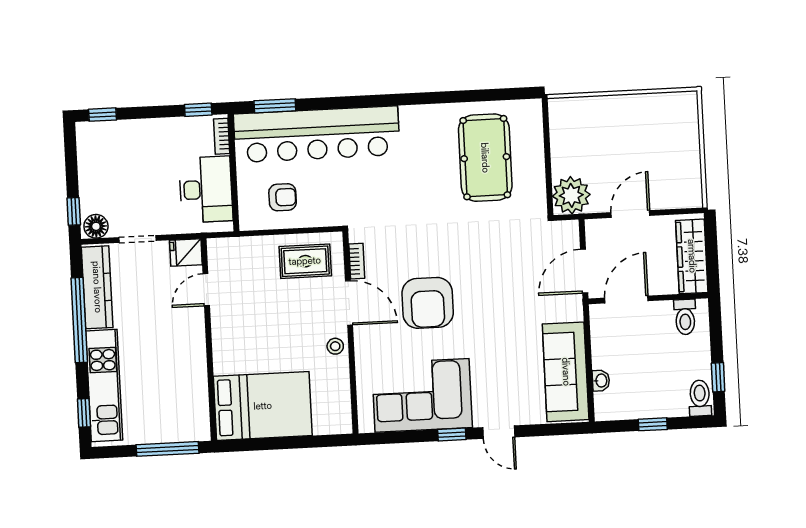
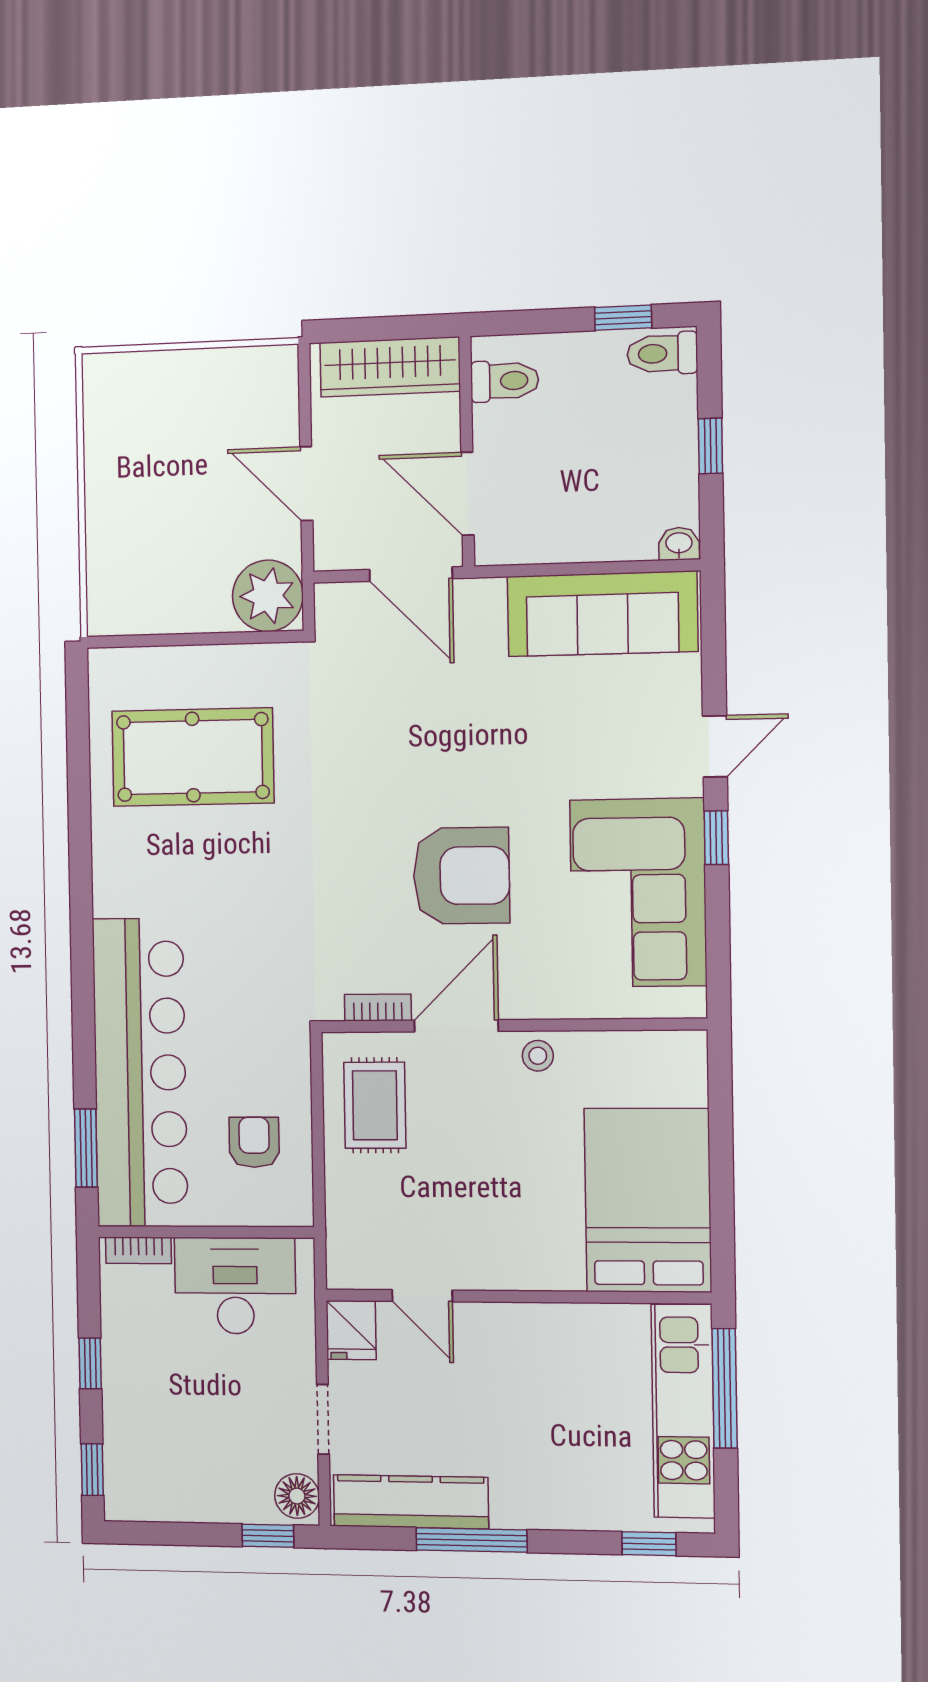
window: (198, 110) -> (90, 1363), moved
window: (79, 320) -> (472, 1540), width x0.68
washbasin: (601, 381) -> (679, 544), moved
kitchen unit: (104, 386) -> (683, 1411), moved, turned -90

